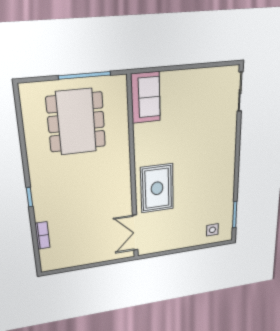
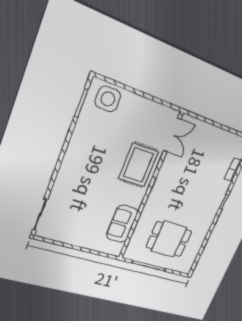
sofa: (146, 98) -> (122, 224), moved
dining table: (76, 122) -> (169, 239), width x0.73
side table: (212, 230) -> (108, 99), width x1.87, depth x1.87

